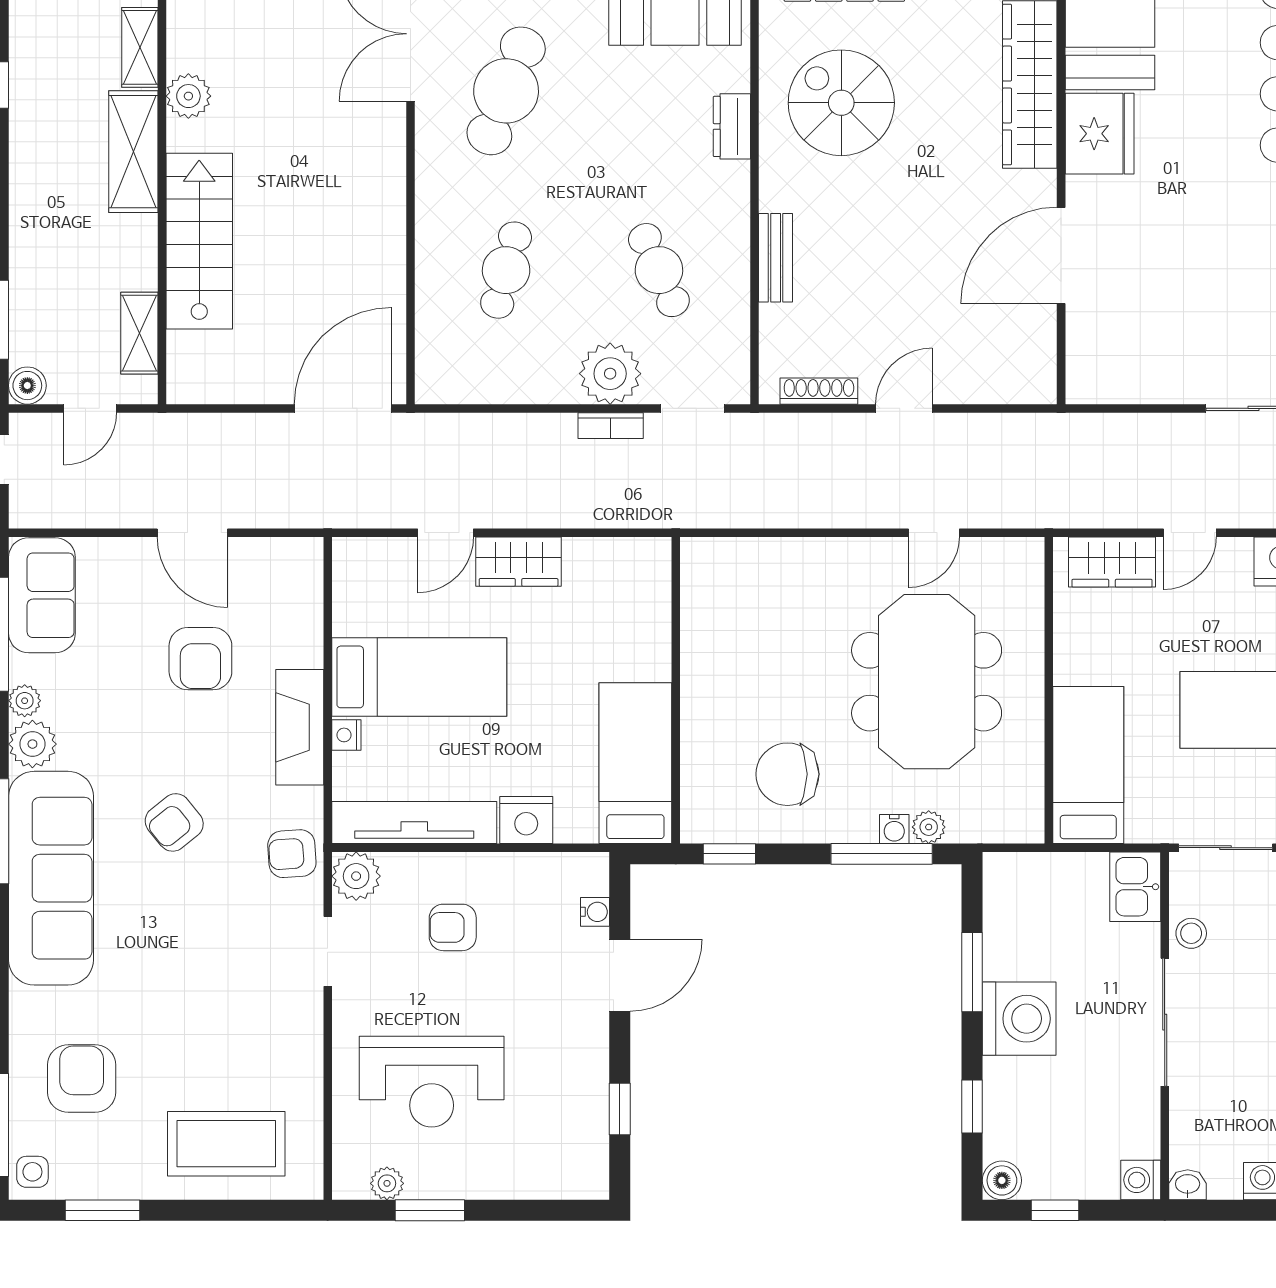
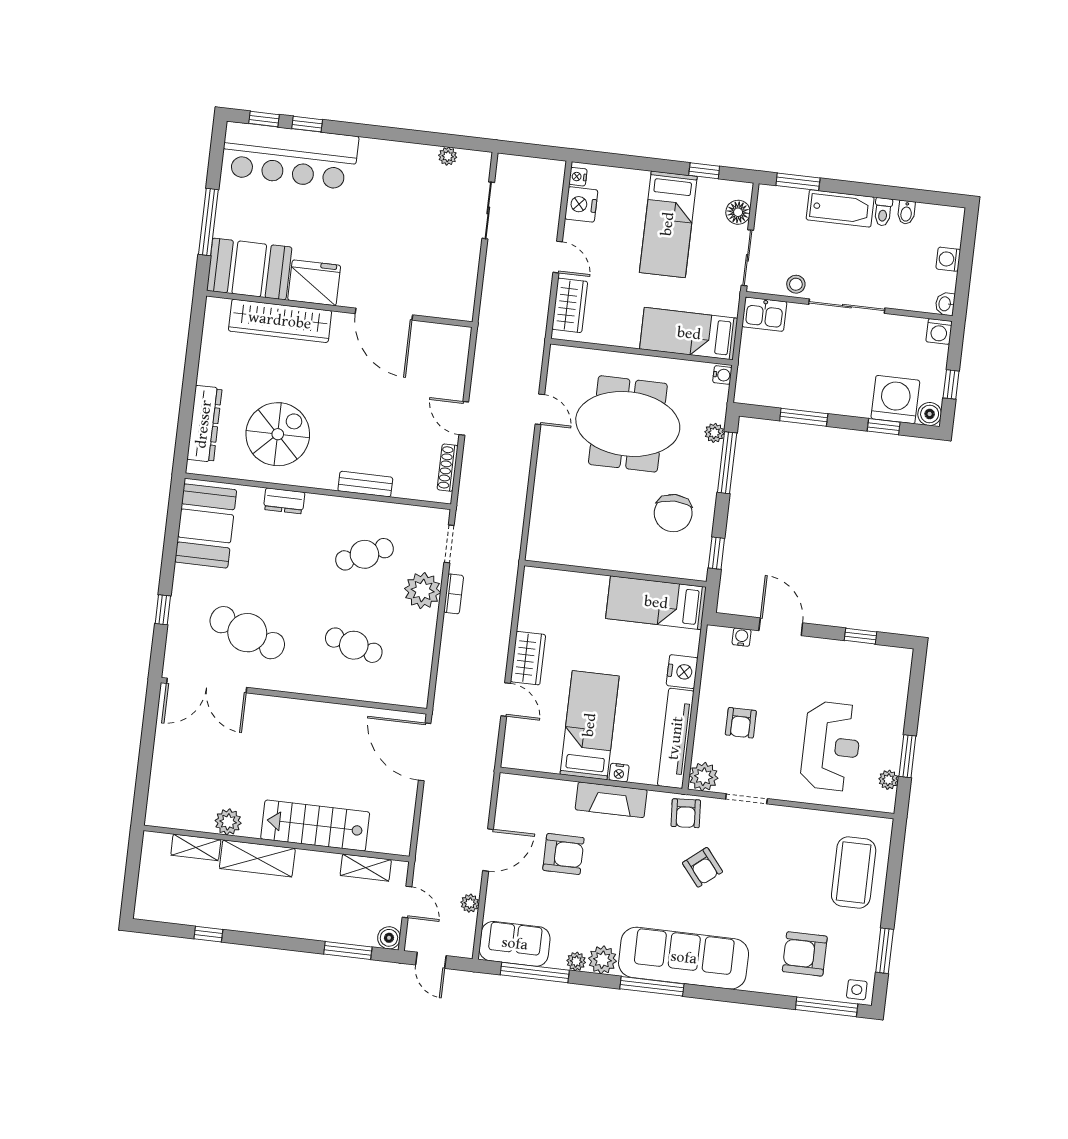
spiral stairs: (841, 103) -> (278, 434), turned 180
plant: (101, 513) -> (470, 903), added
armchair: (174, 822) -> (702, 867), moved
water cooler: (894, 829) -> (722, 375), moved
washing machine: (1019, 1019) -> (895, 400), moved

